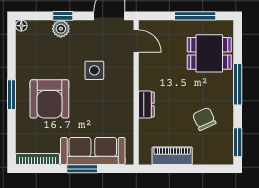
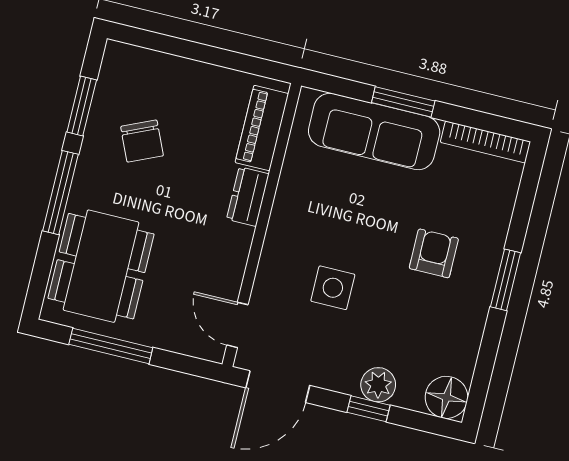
floor lamp: (21, 26) -> (446, 397), width x1.89, depth x1.89
dining table: (209, 53) -> (101, 266), width x1.37
armchair: (49, 99) -> (434, 253), width x0.53, depth x0.53
window: (238, 142) -> (82, 106), moved
piano: (172, 156) -> (262, 128), moved, turned 90

